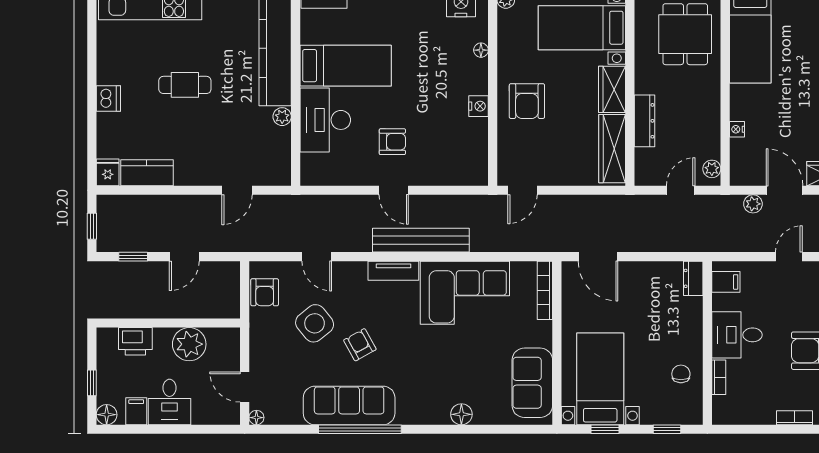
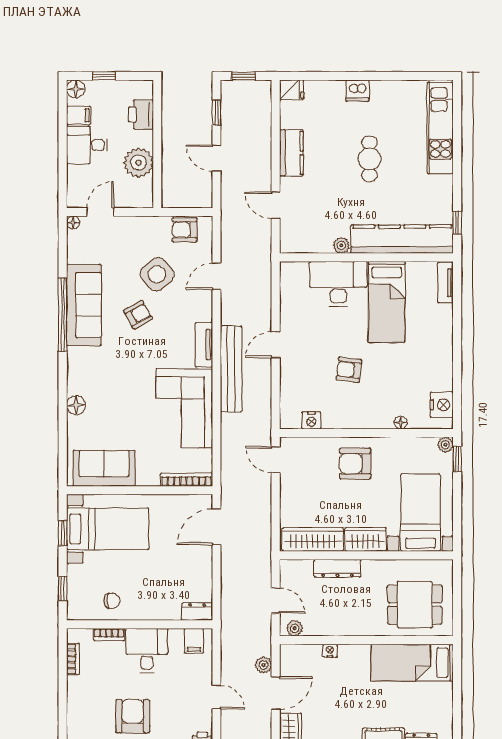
nightstand: (478, 106) -> (311, 420), moved
armchair: (392, 142) -> (349, 370), moved, turned 97
kitchen counter: (147, 173) -> (291, 153), moved
bookcase: (794, 418) -> (73, 659), moved

